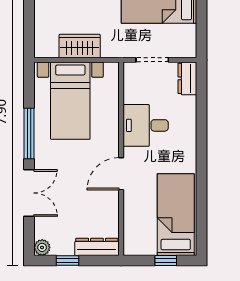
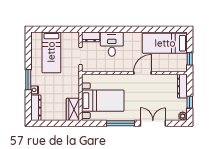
wardrobe: (80, 46) -> (73, 109), moved
desk: (146, 125) -> (112, 44), moved, turned 180
door: (121, 174) -> (143, 73), swing flipped
window: (166, 260) -> (190, 59), moved

